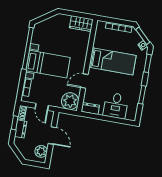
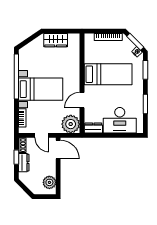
wardrobe: (81, 24) -> (56, 40), moved
desk: (116, 106) -> (120, 120), width x1.37
door: (52, 135) -> (58, 150), moved

